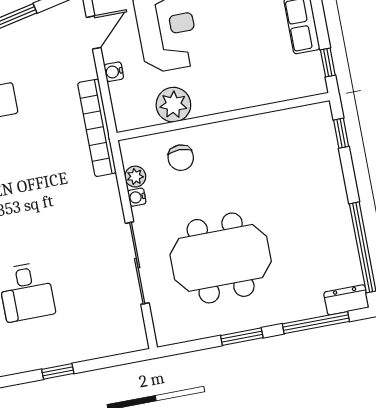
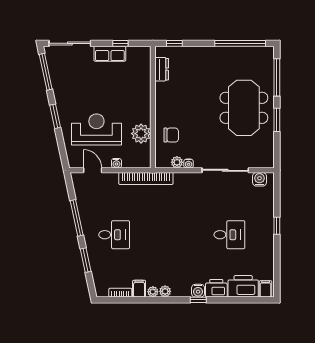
window: (328, 63) -> (120, 43), moved
meeting table: (221, 258) -> (244, 108), moved
dresser: (346, 300) -> (162, 69), moved, turned 180
water cooler: (133, 326) -> (259, 179), added

